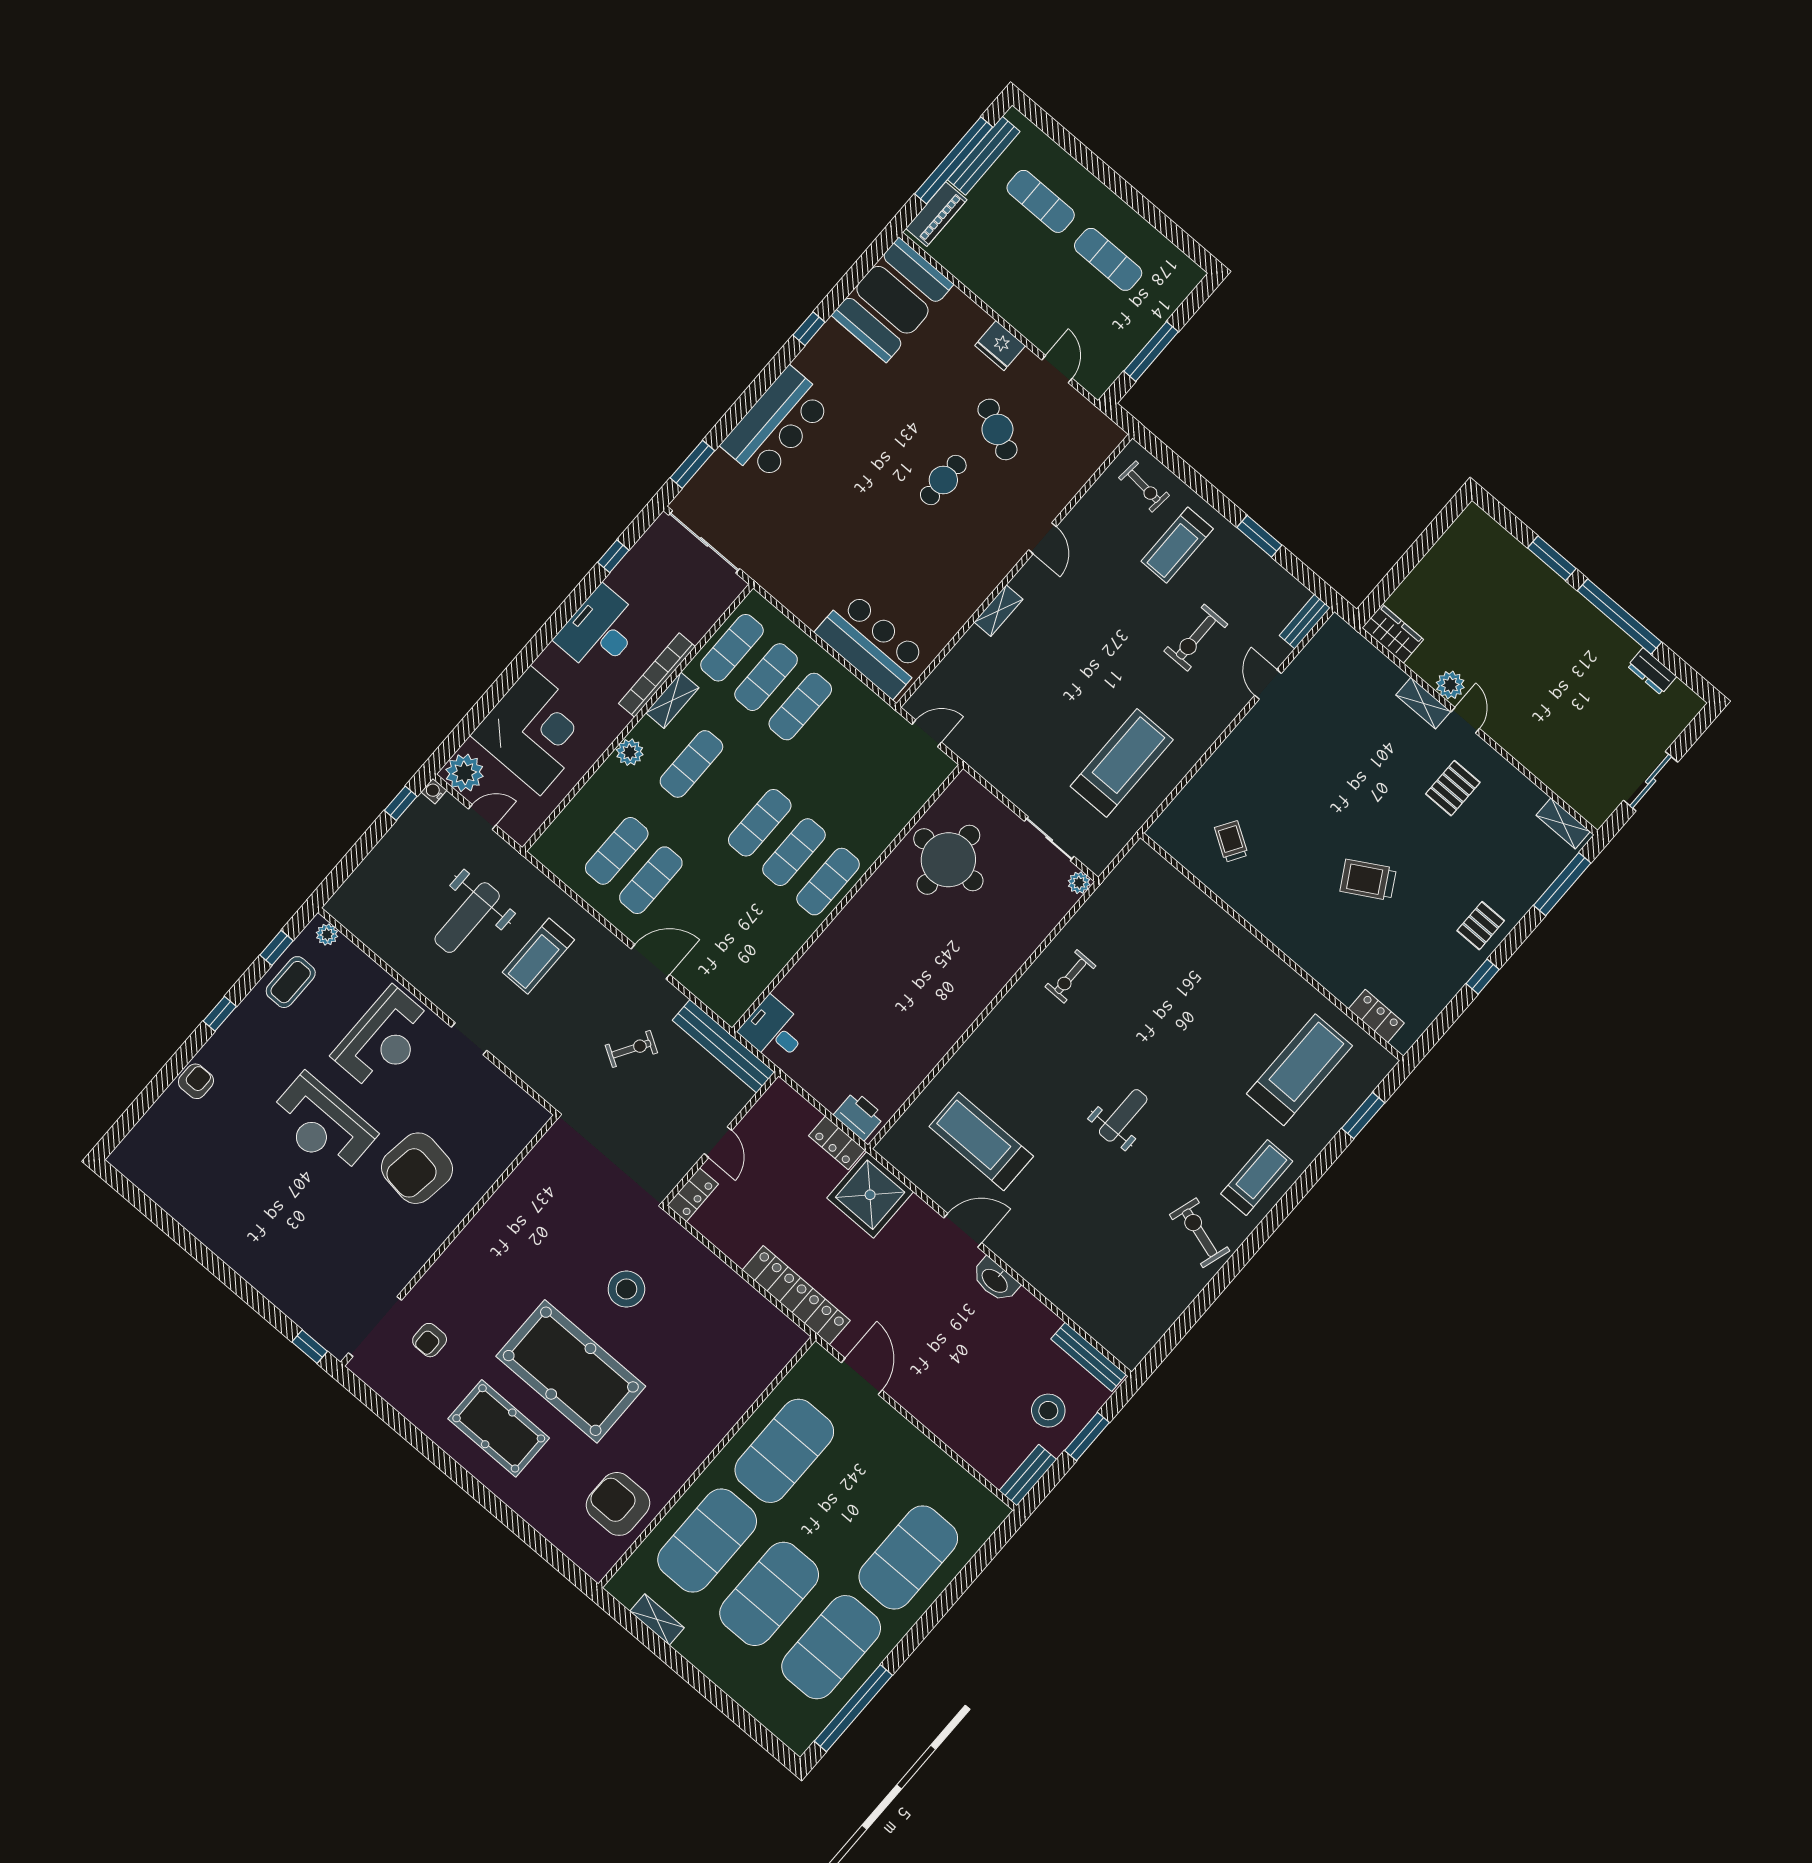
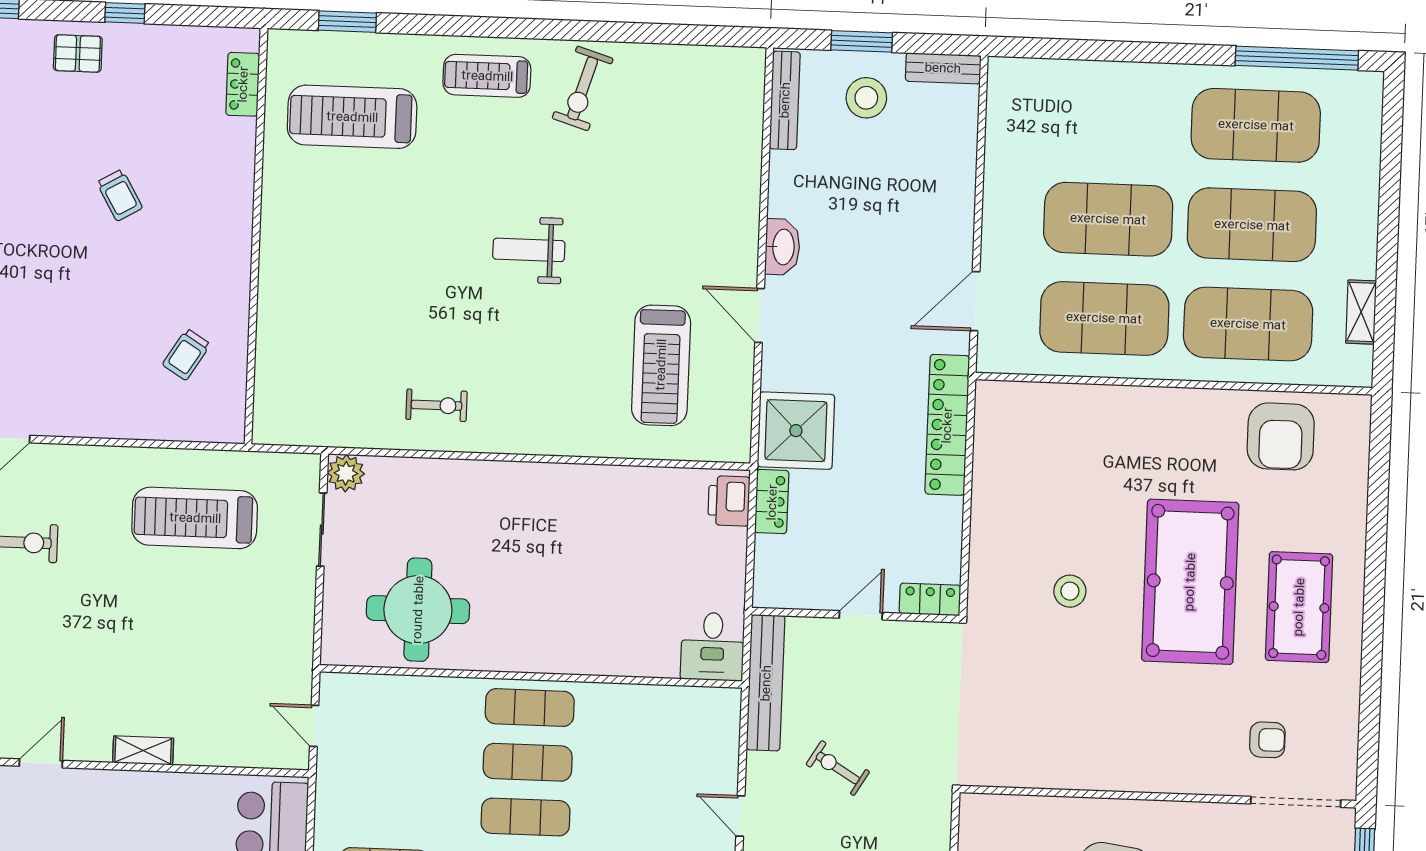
trolley: (1368, 880) -> (120, 195), width x0.73, depth x0.72
plant: (1079, 883) -> (346, 473), width x1.38, depth x1.38
door: (650, 962) -> (740, 816), width x0.73
stool: (626, 1289) -> (1070, 591), width x0.73, depth x0.73
exercise mat: (908, 1557) -> (1108, 219), moved

